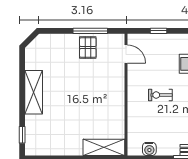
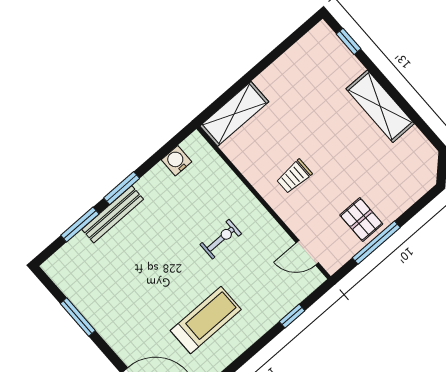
trolley: (101, 94) -> (294, 176), added

